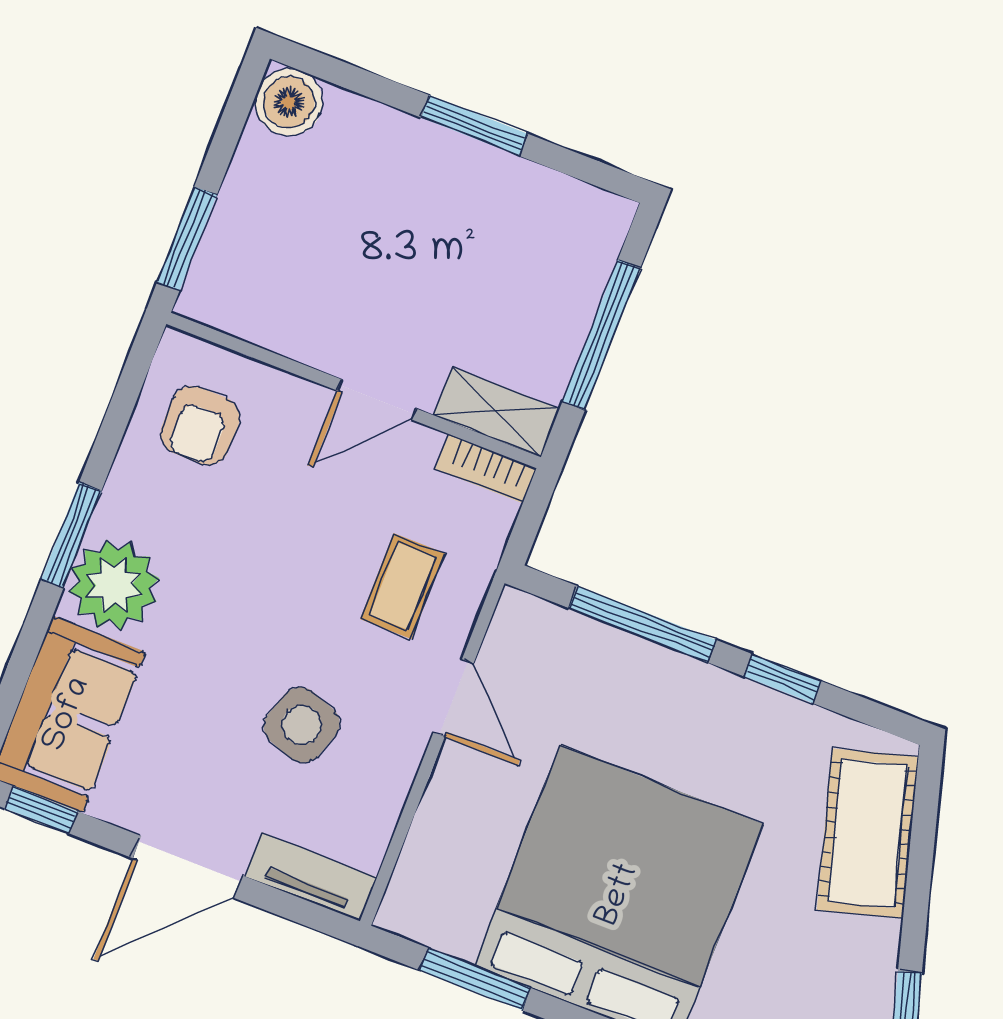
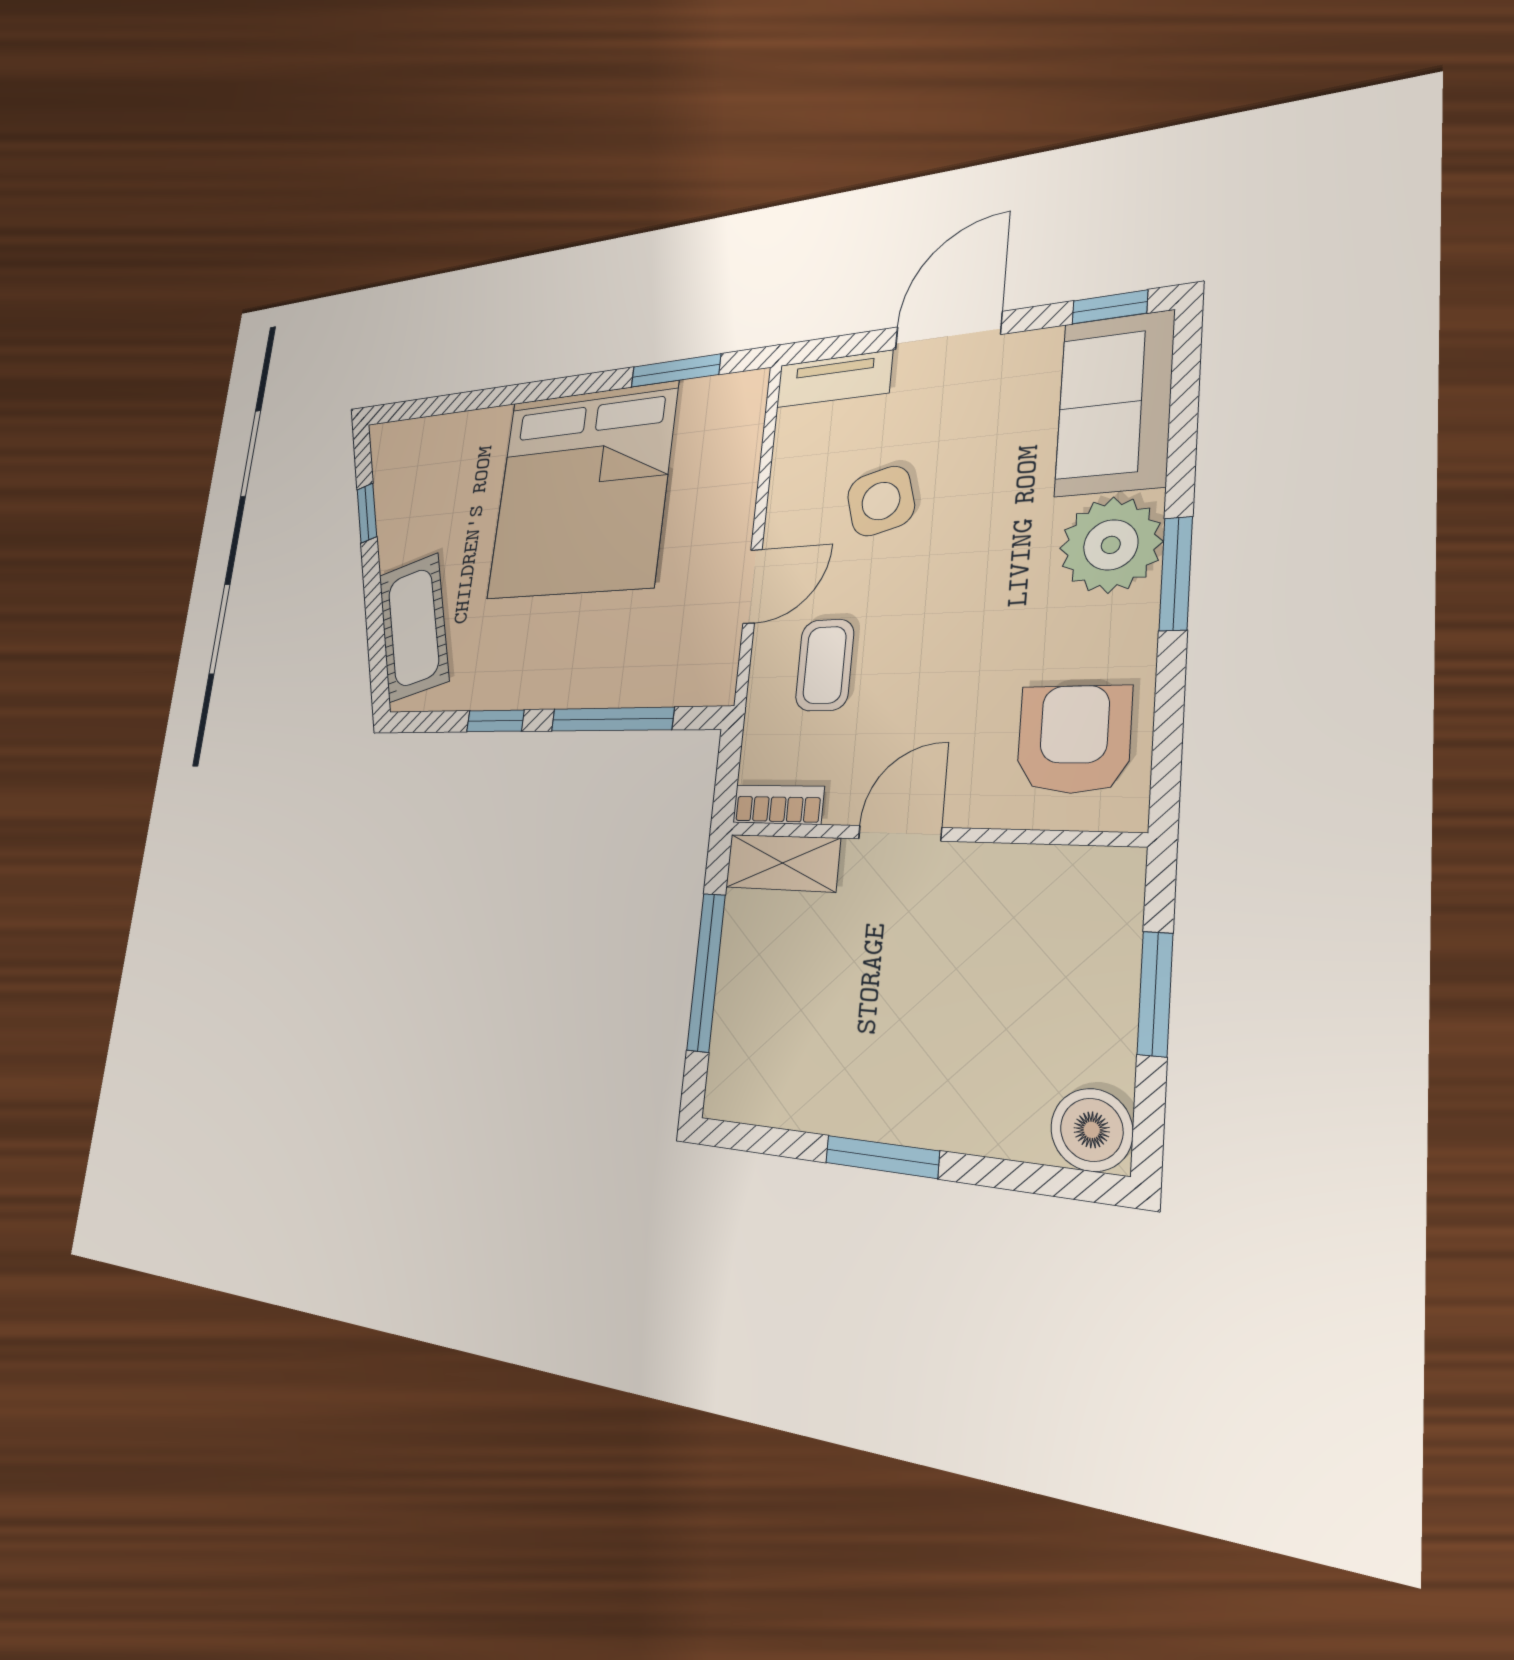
window: (187, 238) -> (1155, 994), moved
armchair: (200, 426) -> (1074, 739), width x1.38, depth x1.38
door: (453, 698) -> (753, 586), swing flipped
side table: (302, 725) -> (881, 501), turned -34

